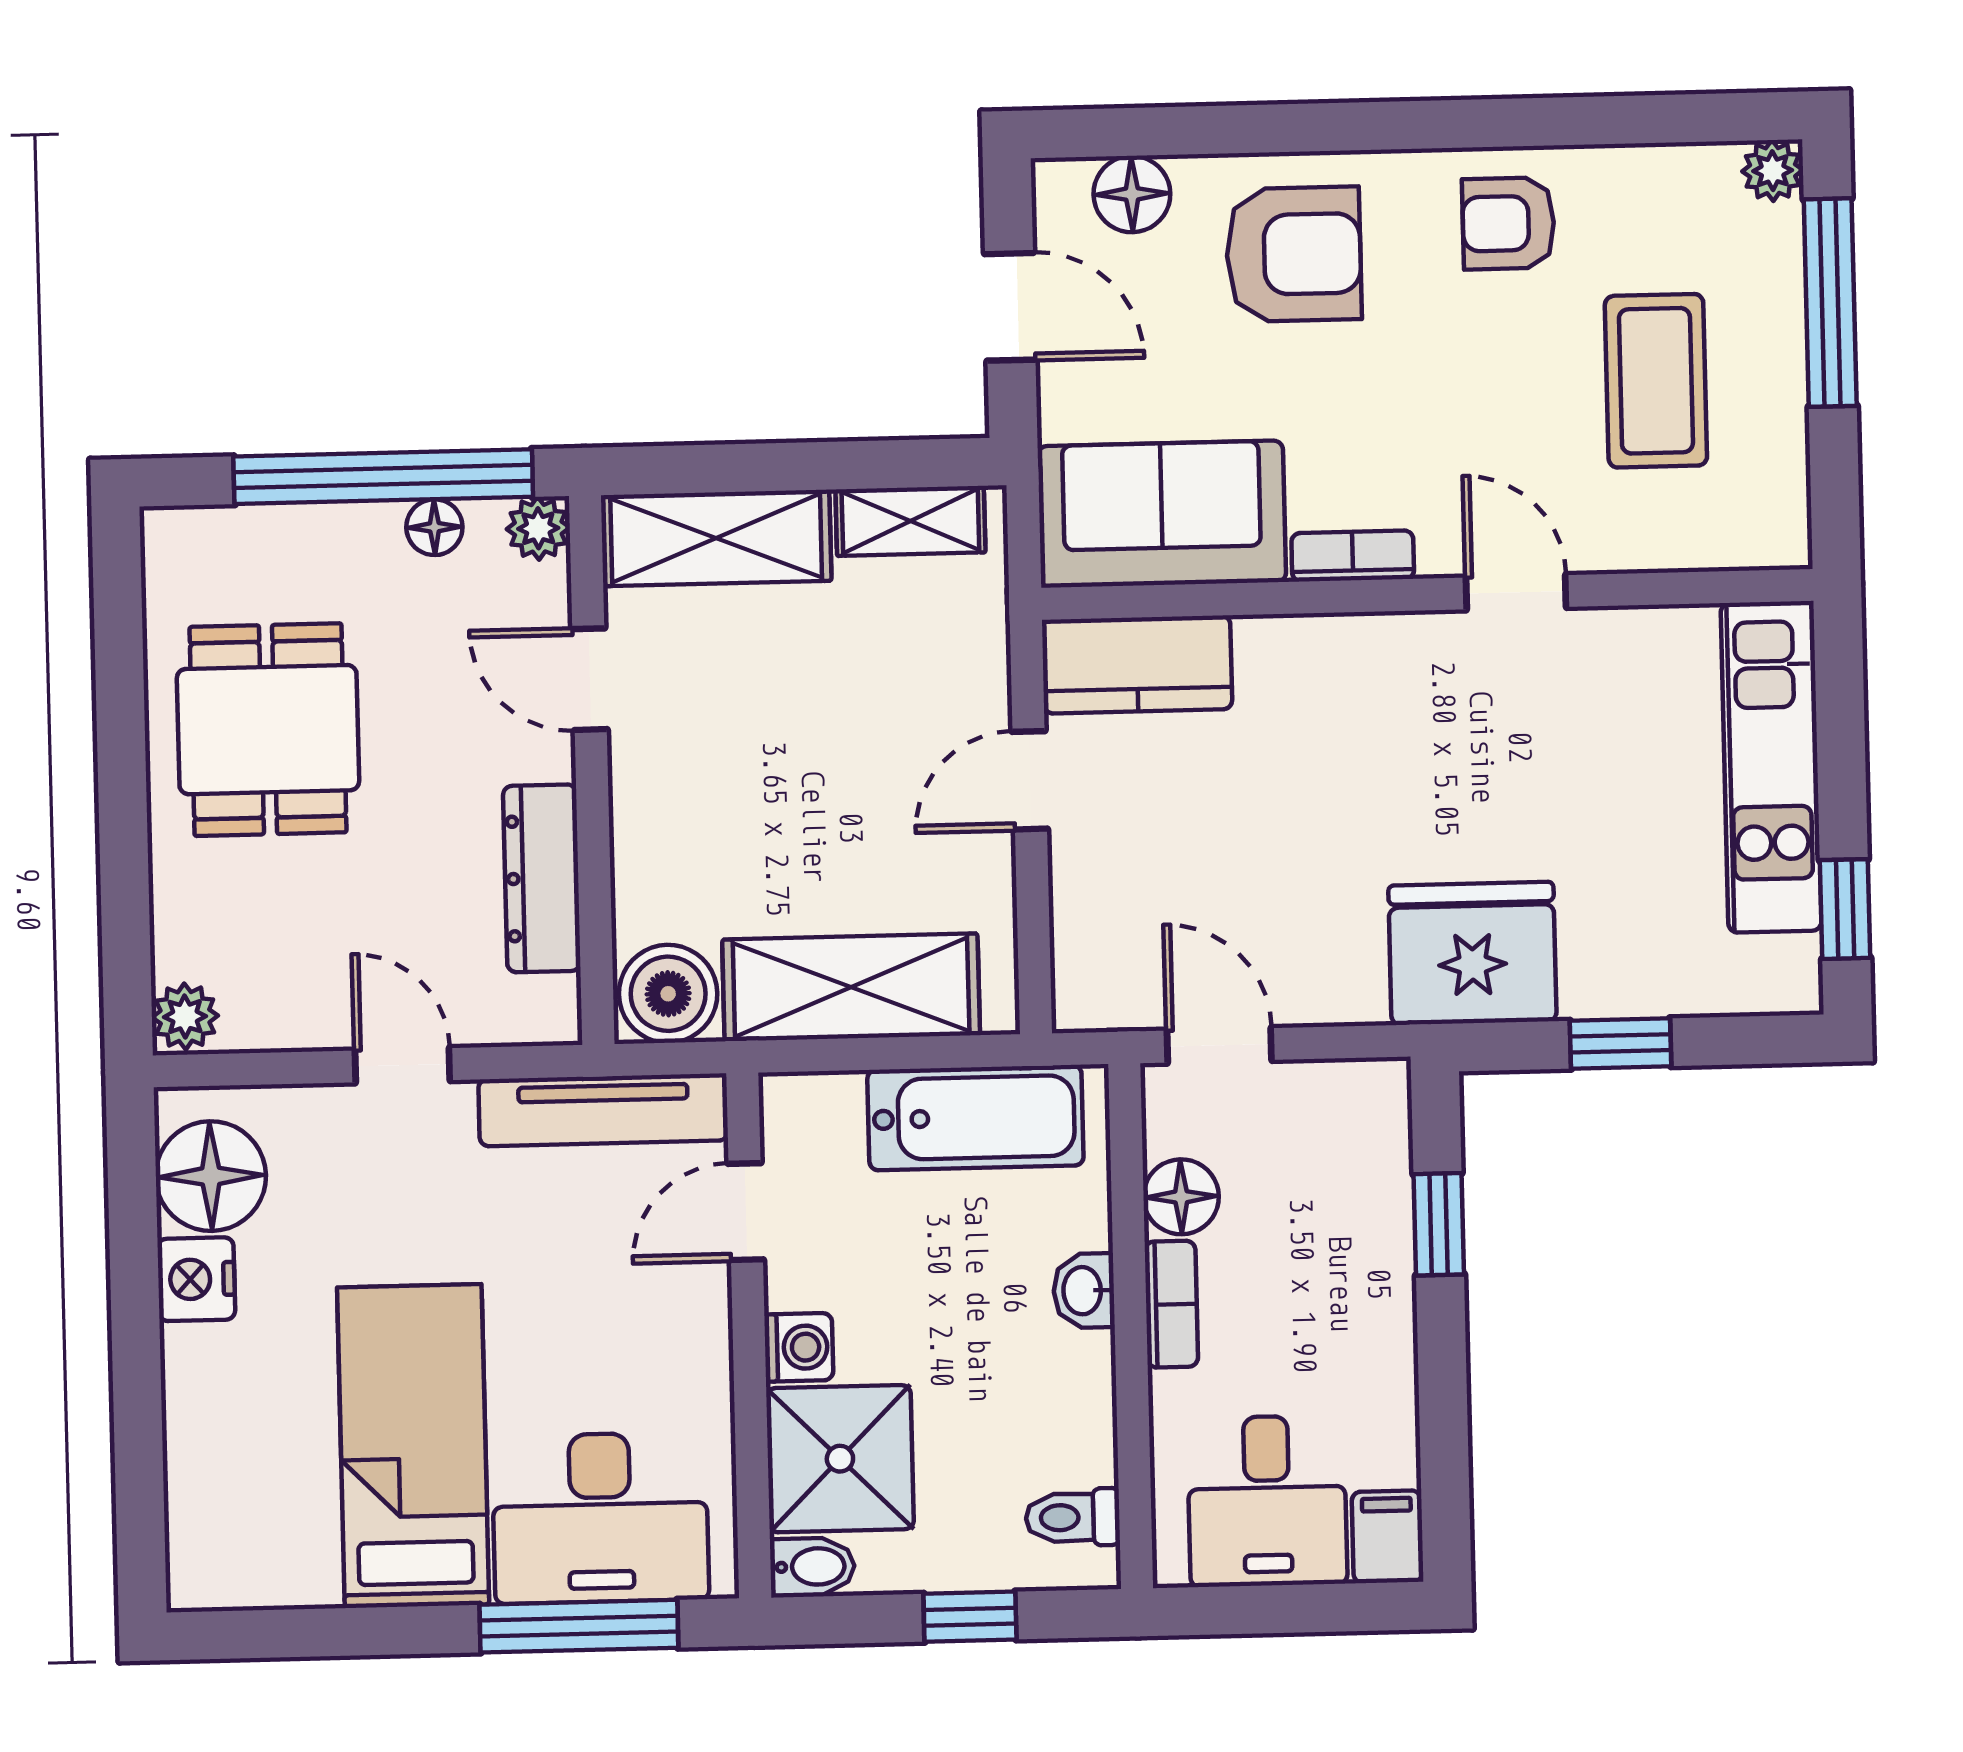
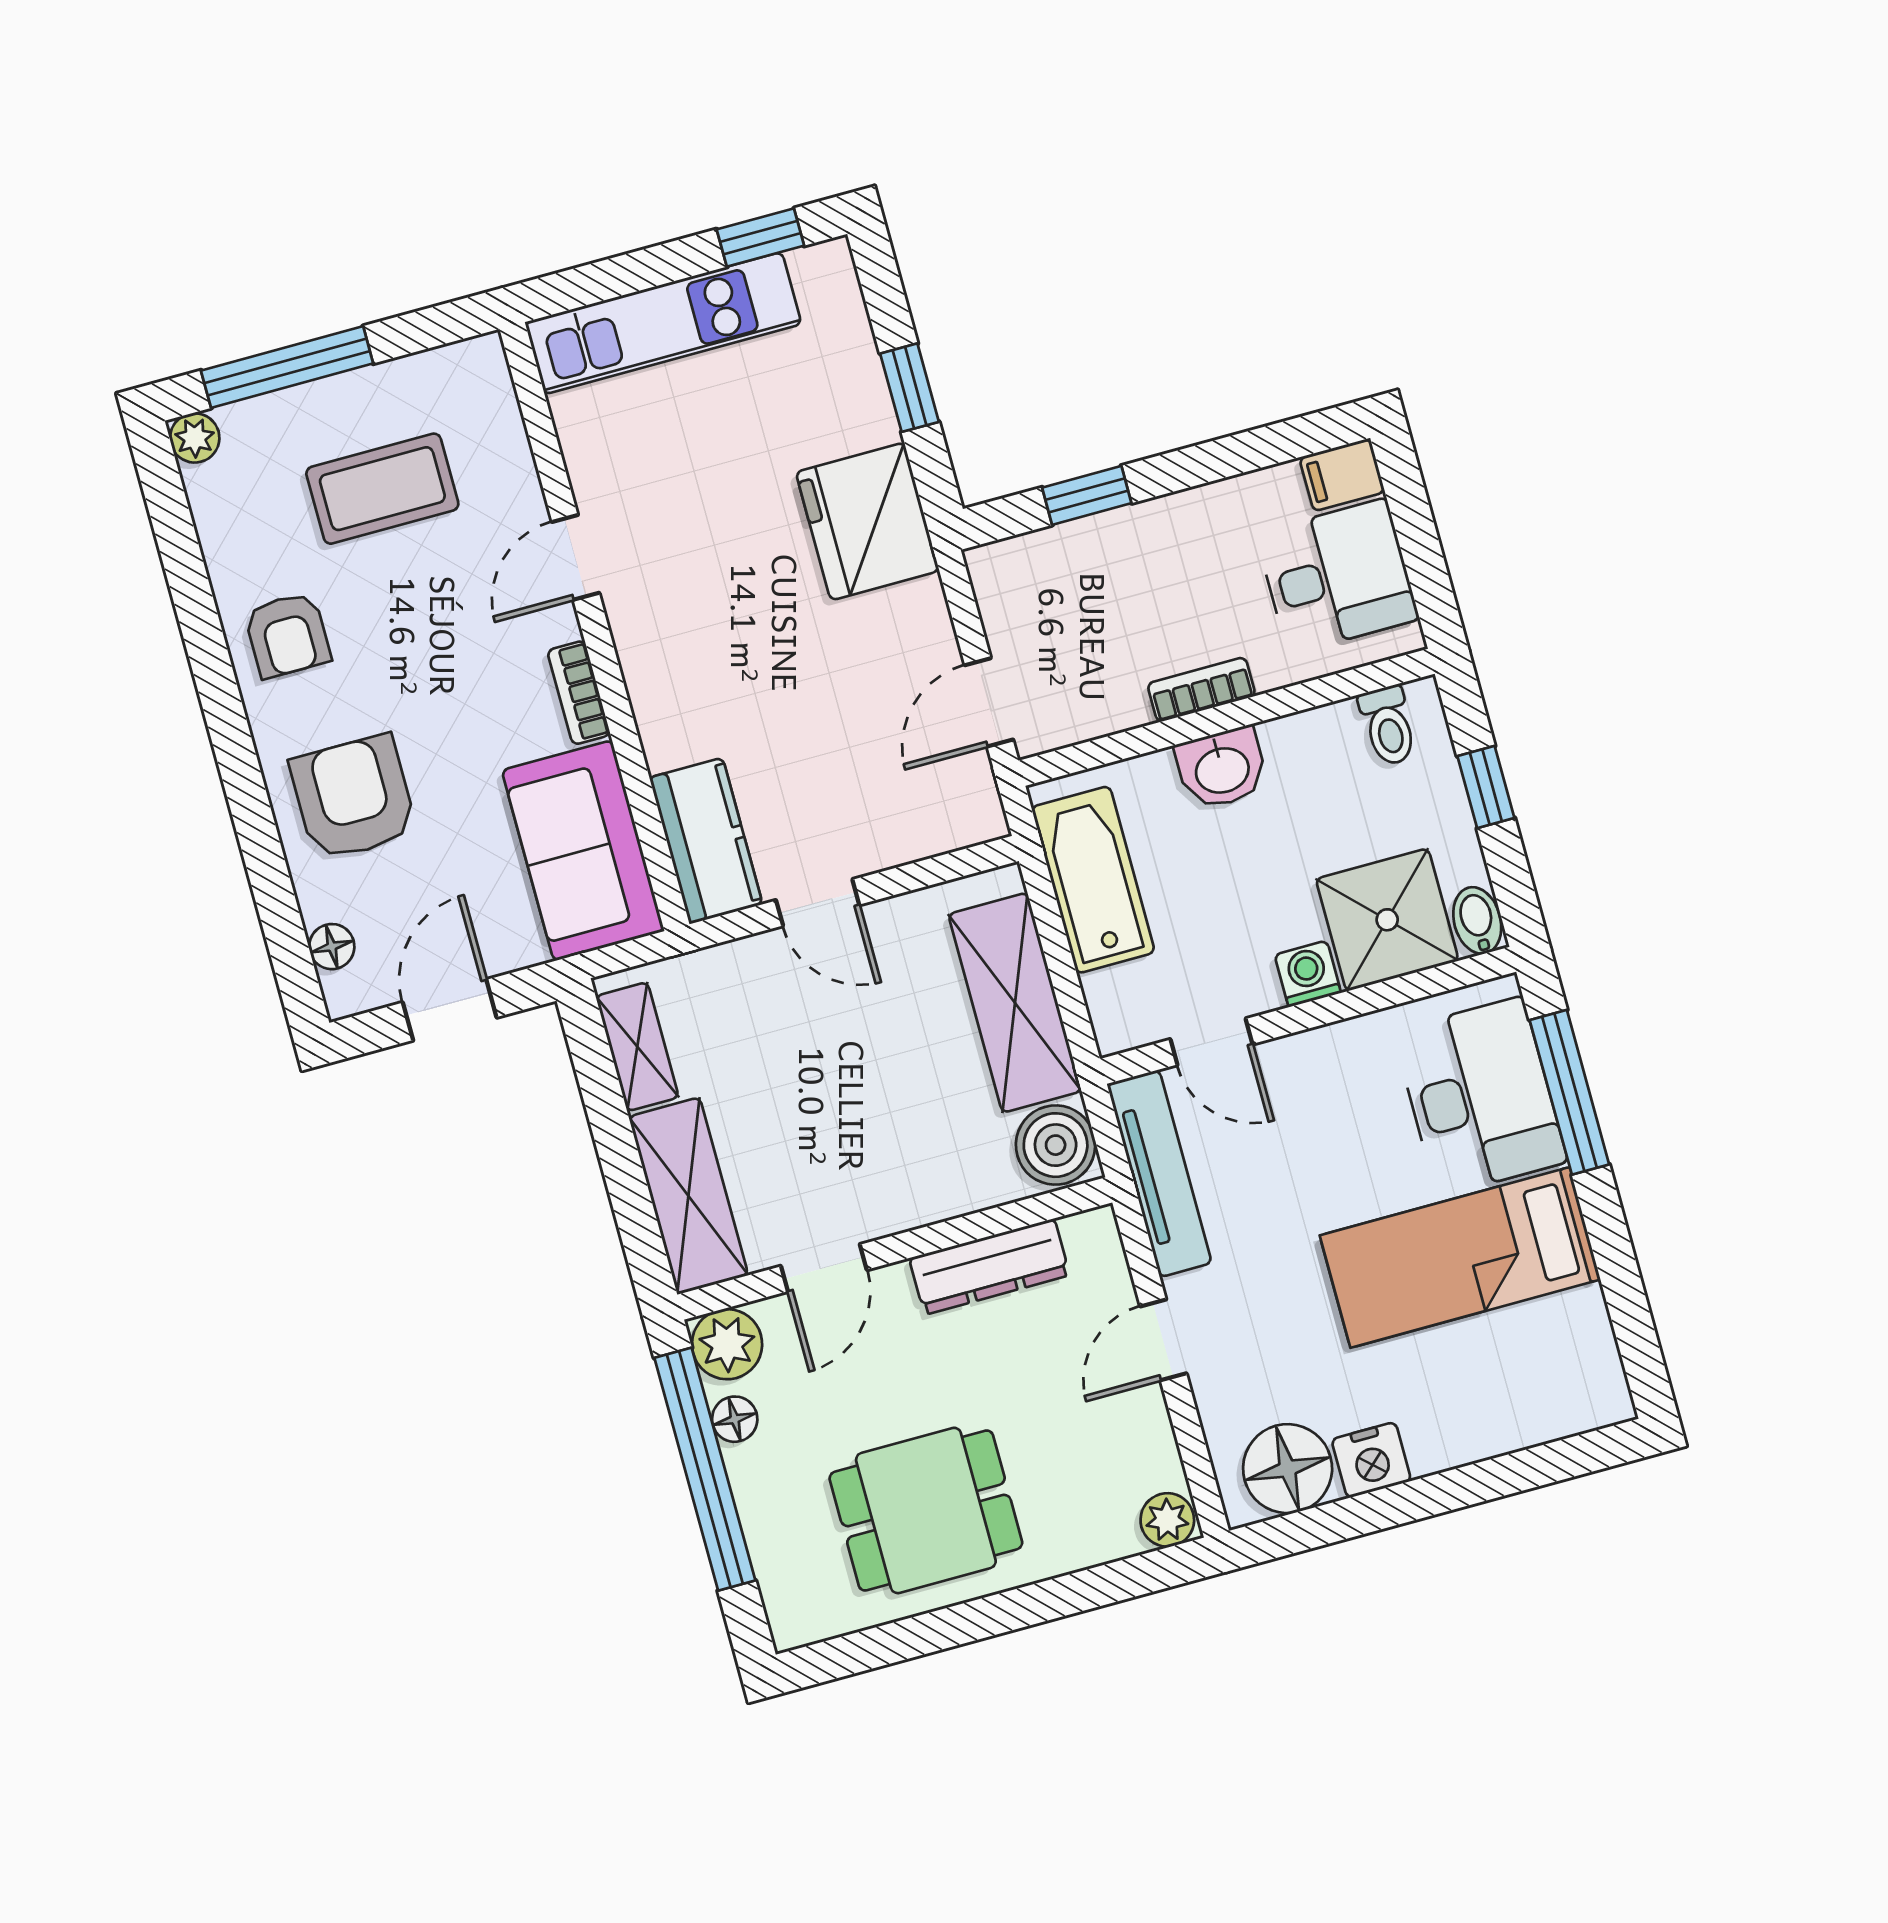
floor lamp: (1132, 194) -> (332, 947), width x0.73, depth x0.73
plant: (538, 528) -> (727, 1344), width x1.38, depth x1.38
floor lamp: (1181, 1197) -> (1115, 703), removed
washbasin: (1084, 1291) -> (1222, 768), width x1.38, depth x1.45

